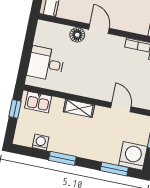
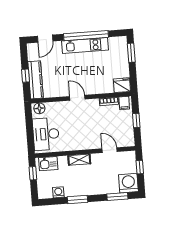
floor lamp: (77, 35) -> (39, 108), moved
desk: (46, 64) -> (46, 134), width x1.37

